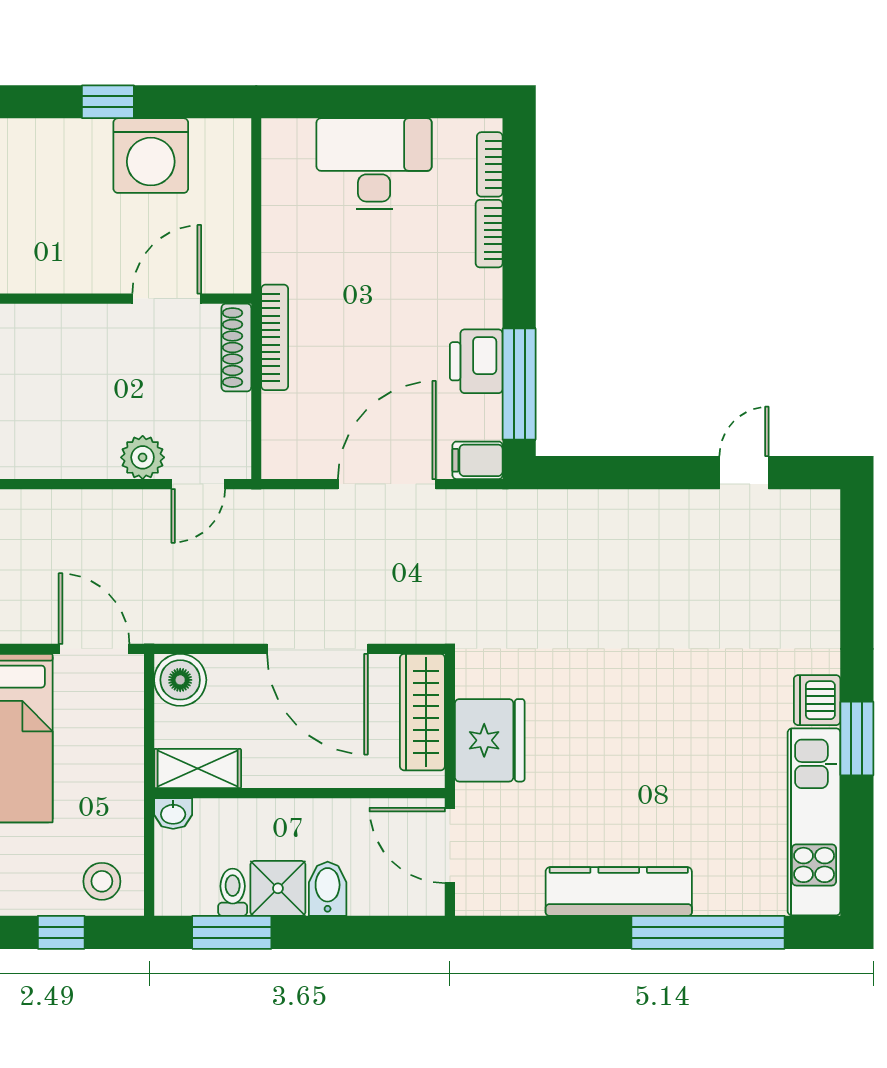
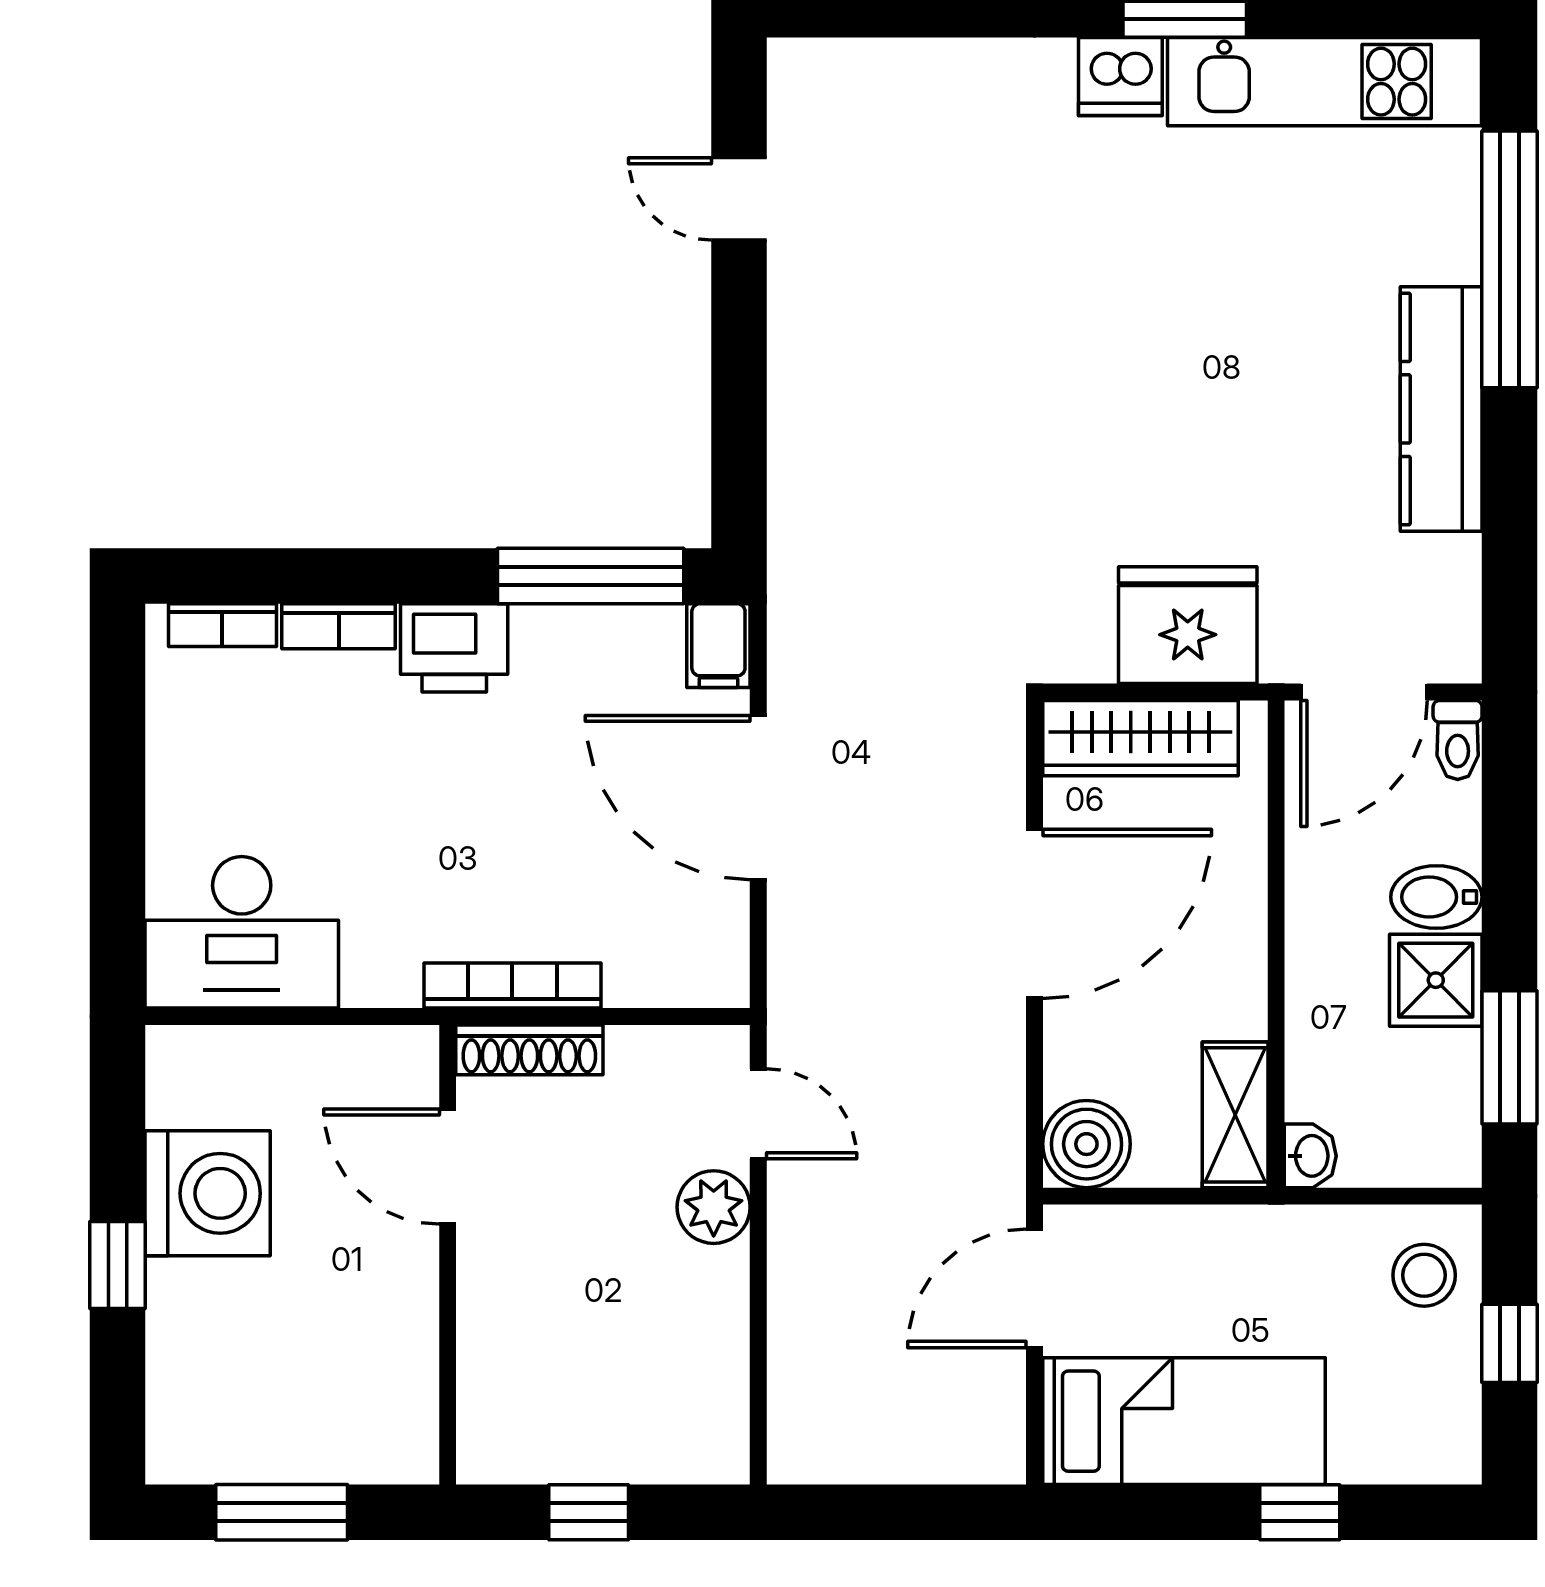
desk: (374, 164) -> (242, 932), moved, turned -90
printer: (476, 361) -> (454, 648), moved
toilet: (233, 892) -> (1458, 740), moved, turned -90

